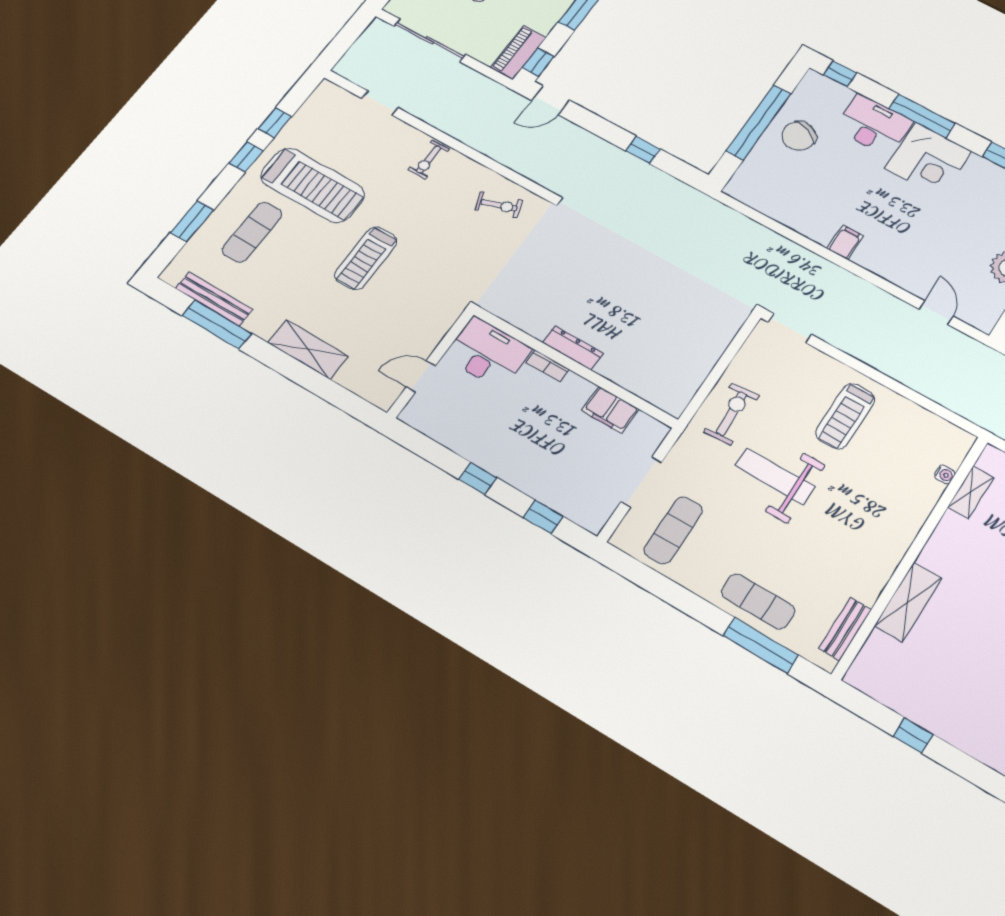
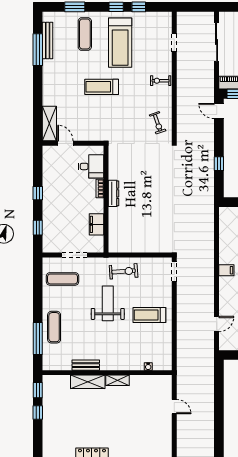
exercise mat: (252, 232) -> (85, 34), turned 90
shelving: (308, 349) -> (49, 124), moved
desk: (488, 353) -> (91, 166), width x0.73
shelving: (971, 492) -> (118, 380), moved
bench: (845, 629) -> (86, 365), moved
window: (866, 708) -> (38, 390), added

